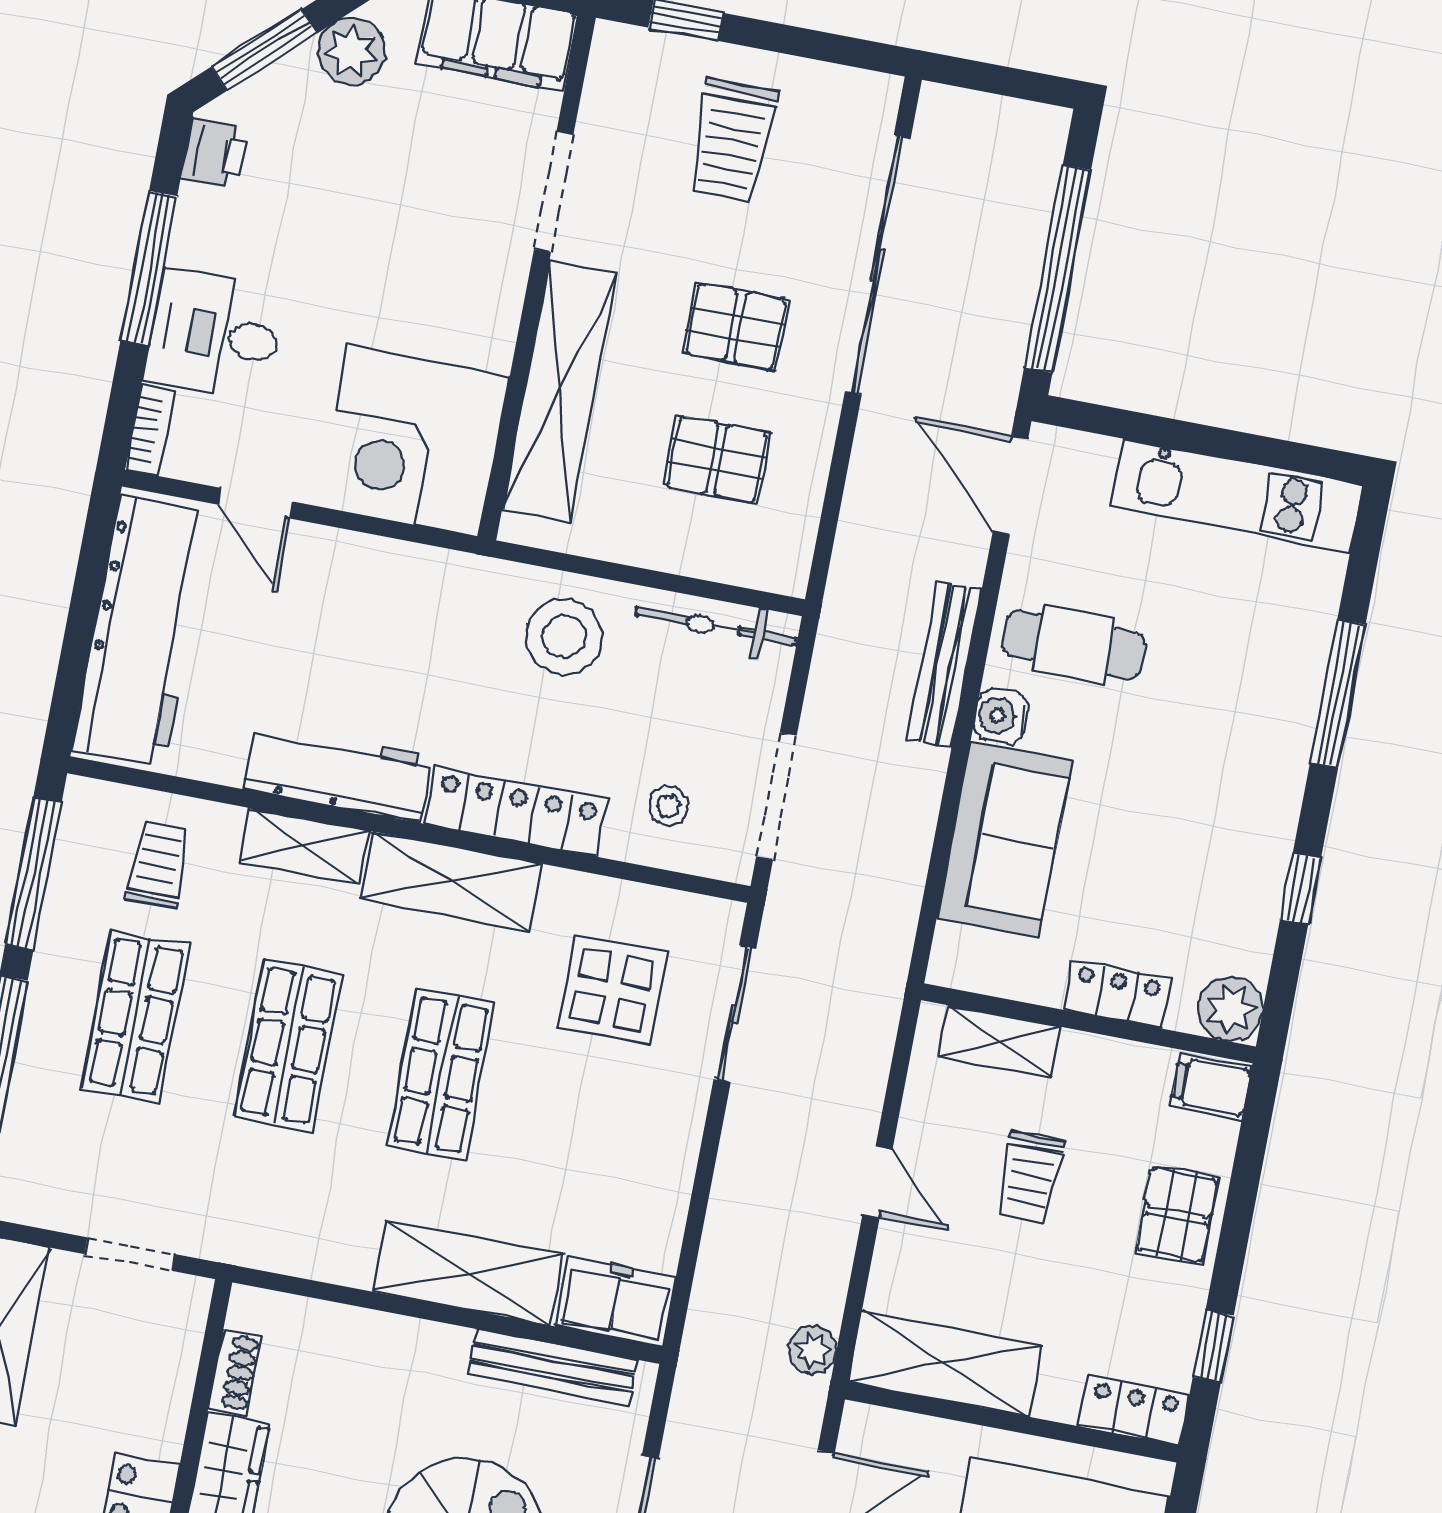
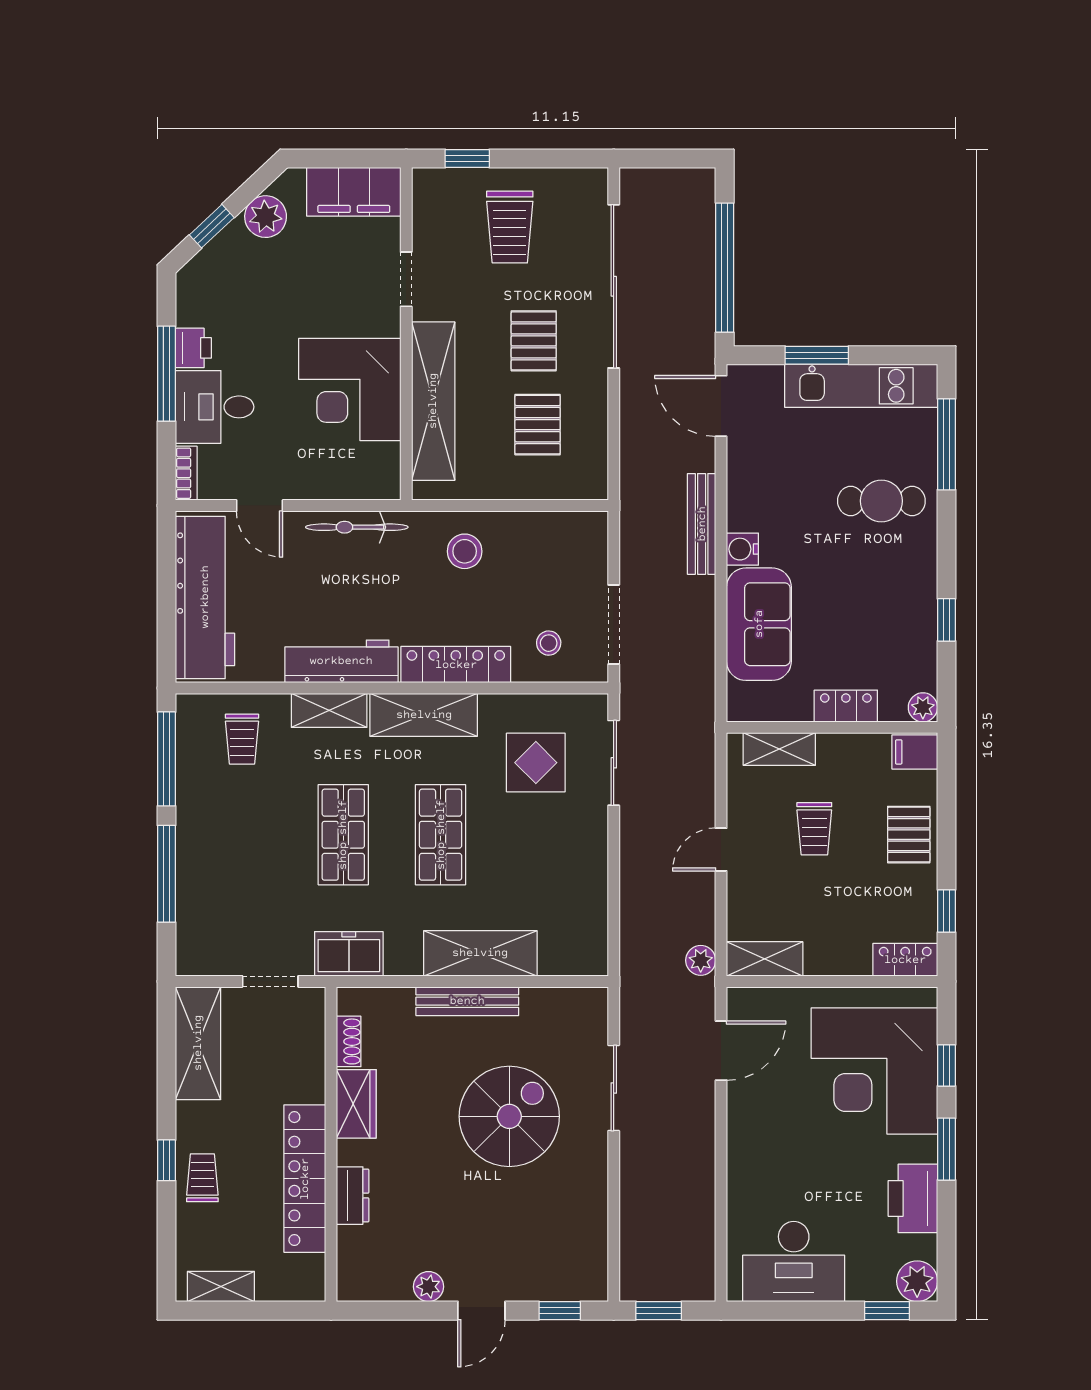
window: (264, 50) -> (212, 226), width x0.67
printer: (214, 153) -> (193, 348), moved
doorway: (554, 192) -> (406, 279), width x0.73
pallet: (736, 327) -> (534, 341), turned 90
window: (1176, 434) -> (817, 355), added
corner desk: (414, 441) -> (350, 390), moved
pallet: (717, 459) -> (538, 425), turned 90
bicycle: (716, 626) -> (357, 527), moved
stool: (564, 637) -> (465, 551), width x0.73, depth x0.73
cafe table: (1074, 644) -> (881, 501), moved
window: (1338, 693) -> (946, 444), moved
trolley: (158, 865) -> (242, 739), turned 180
plant: (1230, 1009) -> (923, 707), width x0.73, depth x0.73
shop shelf: (136, 1016) -> (246, 835), removed
door: (878, 1182) -> (721, 849), swing flipped
freezer: (615, 1302) -> (349, 954), moved
shelving: (945, 1364) -> (765, 959), width x0.67, depth x0.75
bench: (552, 1367) -> (467, 1001), moved

